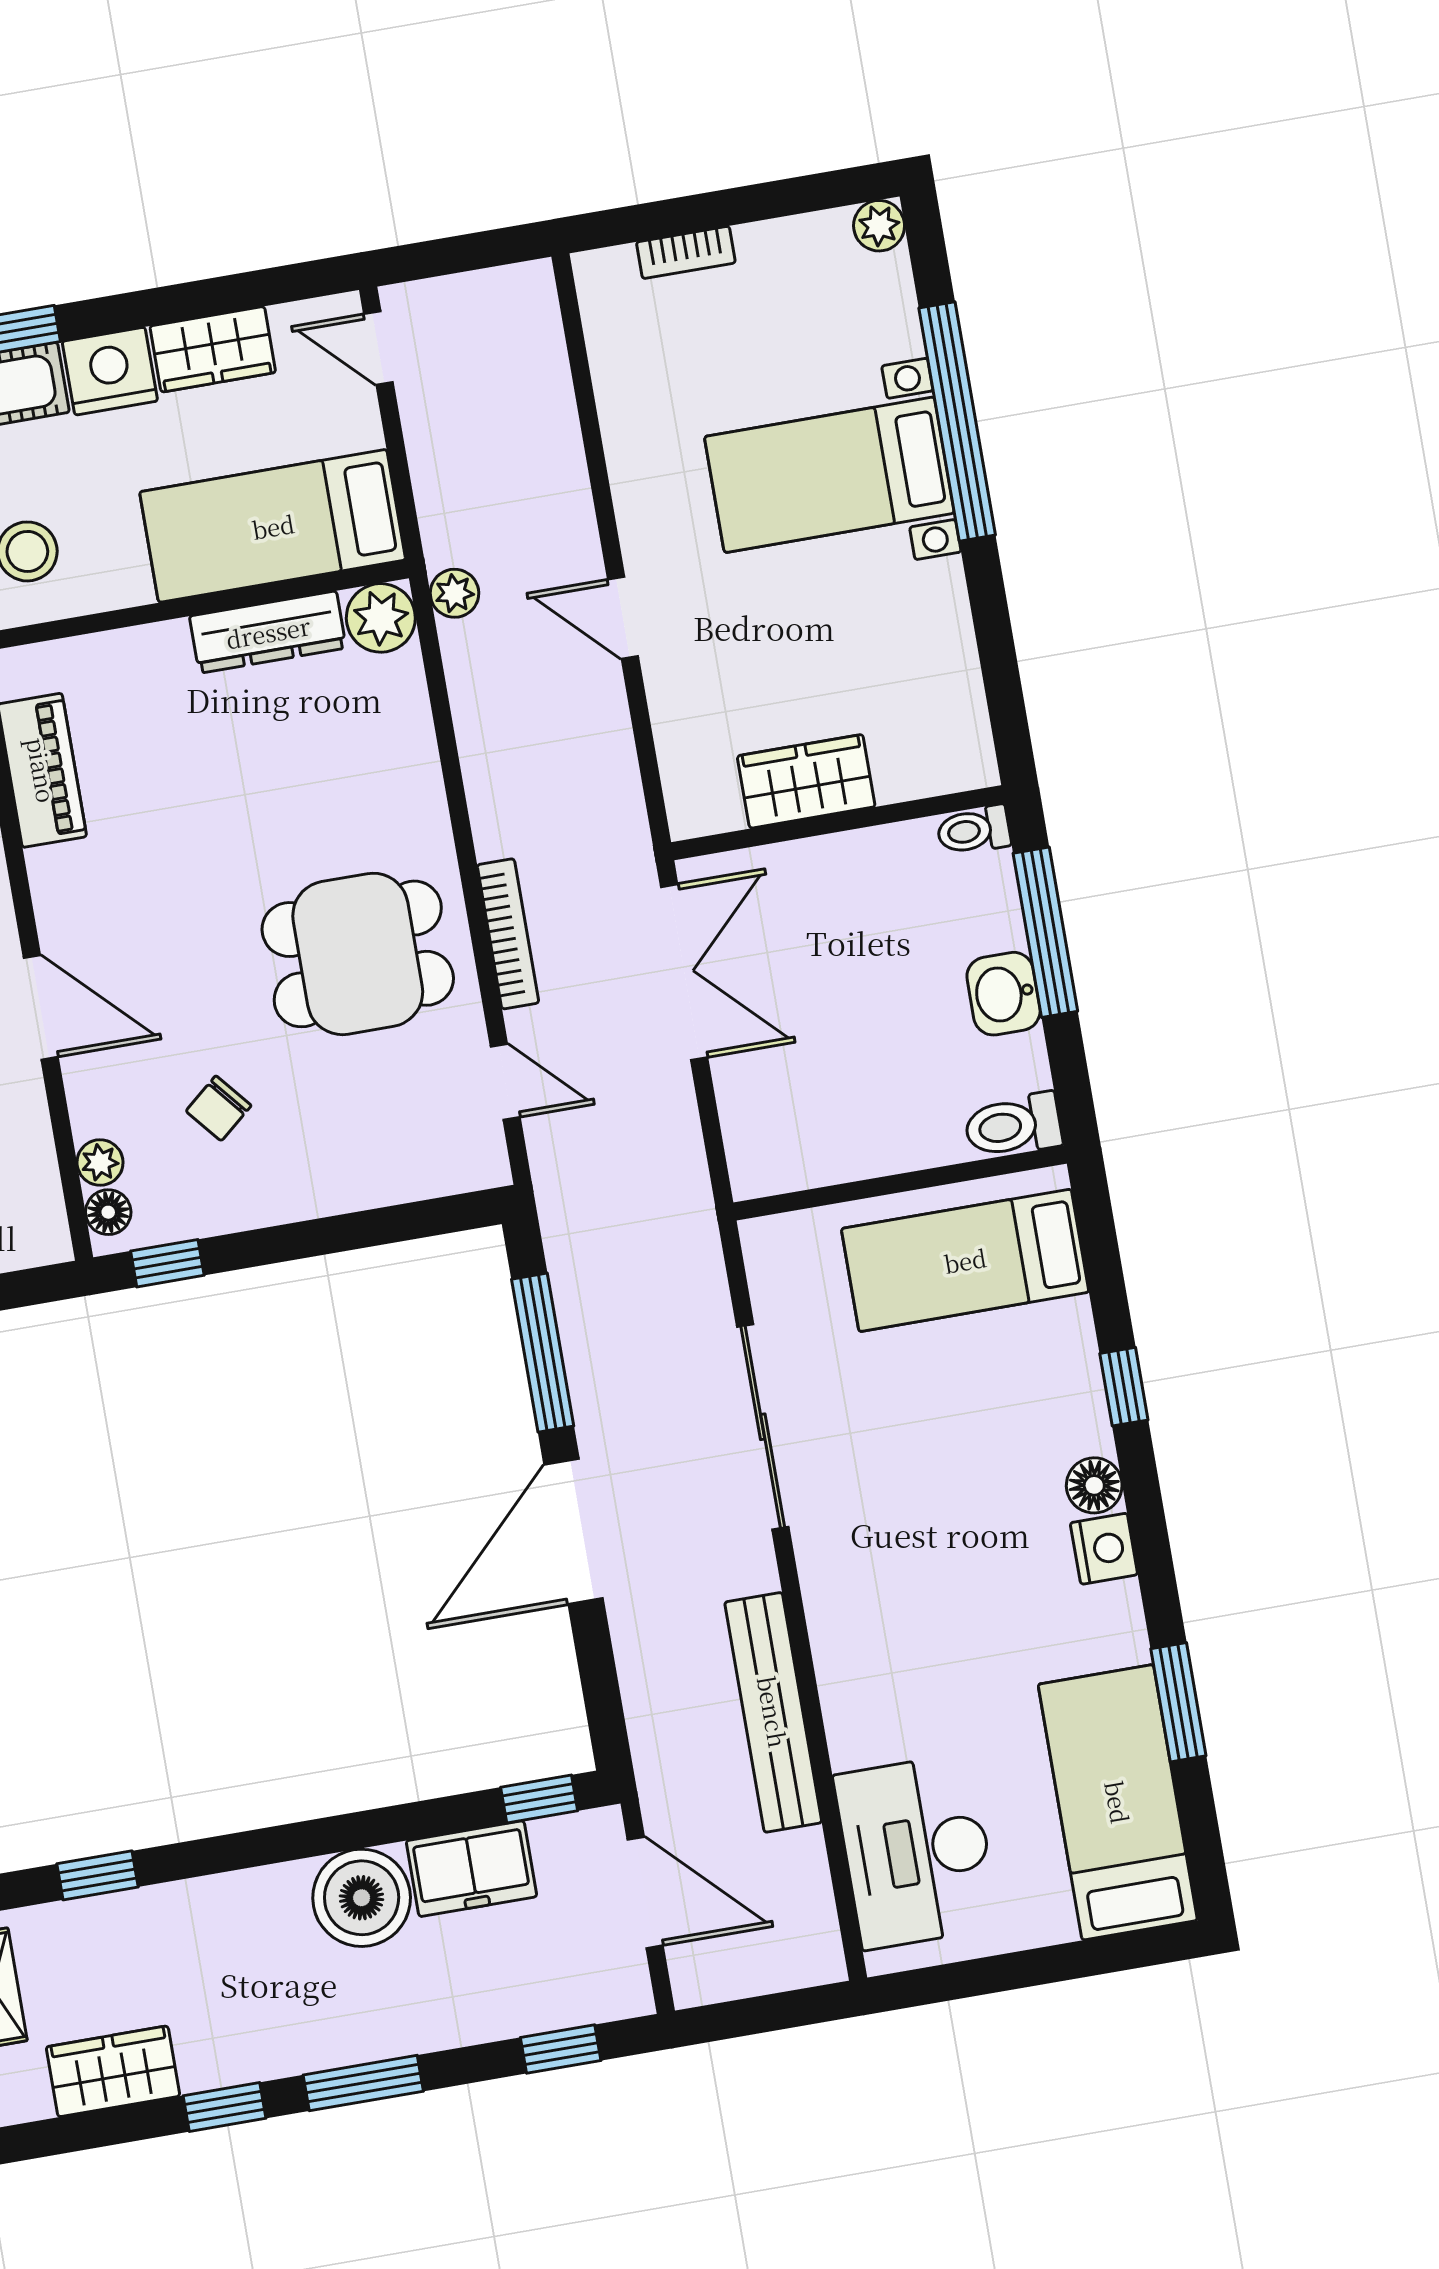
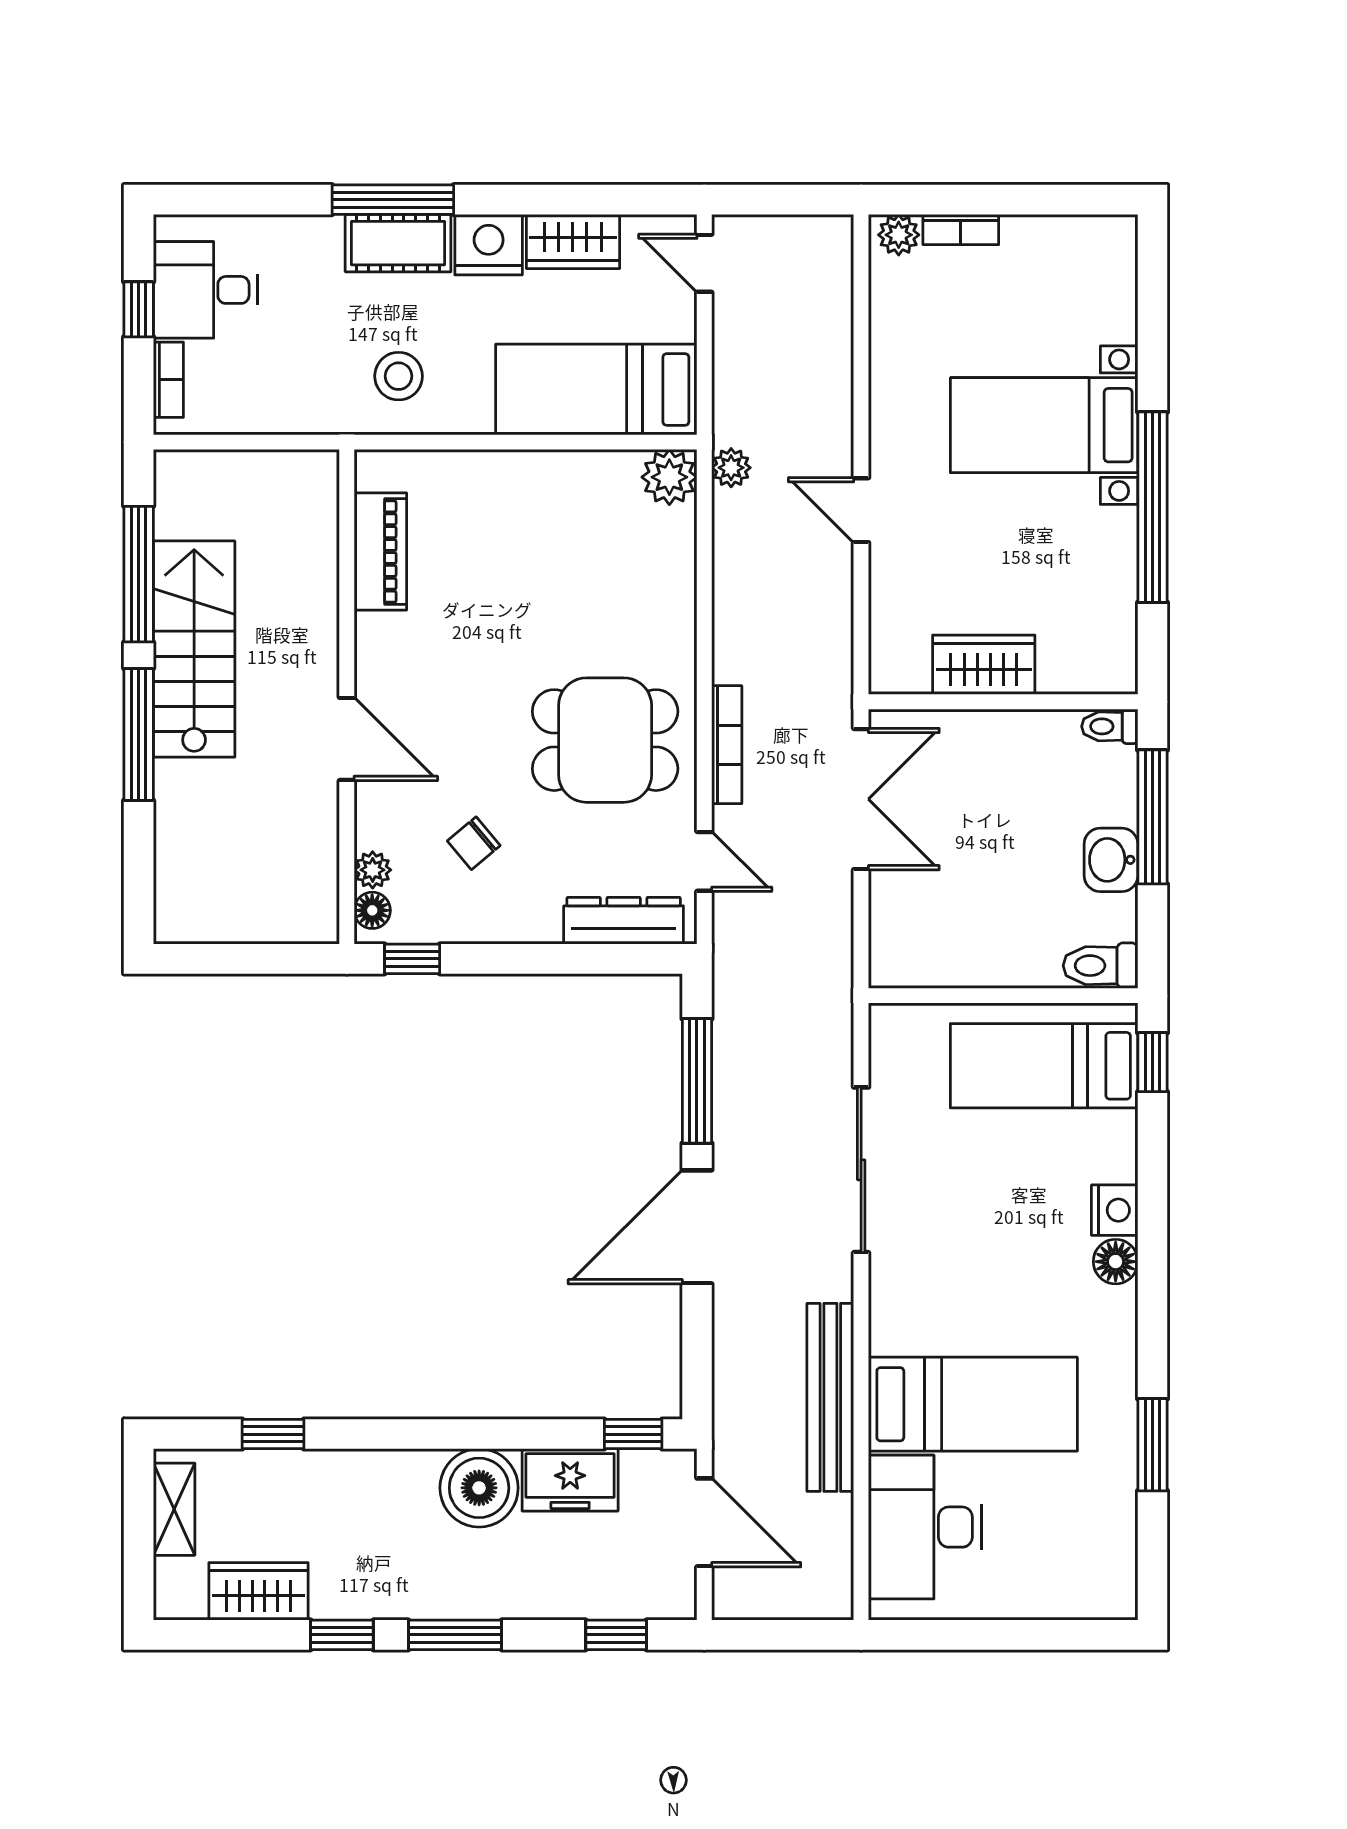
plant: (879, 226) -> (899, 235), moved
window: (957, 421) -> (1153, 507), moved
dresser: (268, 632) -> (624, 921), moved, turned 180
window: (1124, 1387) -> (1153, 1062), moved
nightstand: (1104, 1549) -> (1115, 1210), moved
bed: (1118, 1802) -> (973, 1404), moved, turned 90

